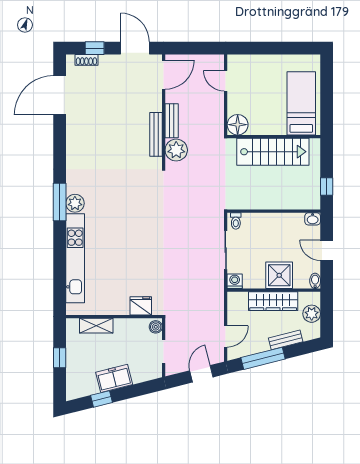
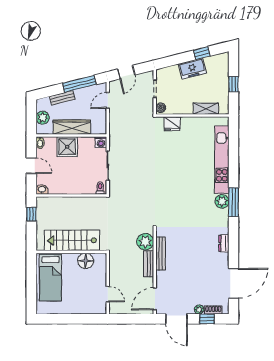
plant: (105, 60) -> (199, 310), added
floor lamp: (238, 125) -> (86, 261), moved
dresser: (72, 148) -> (224, 243), added

